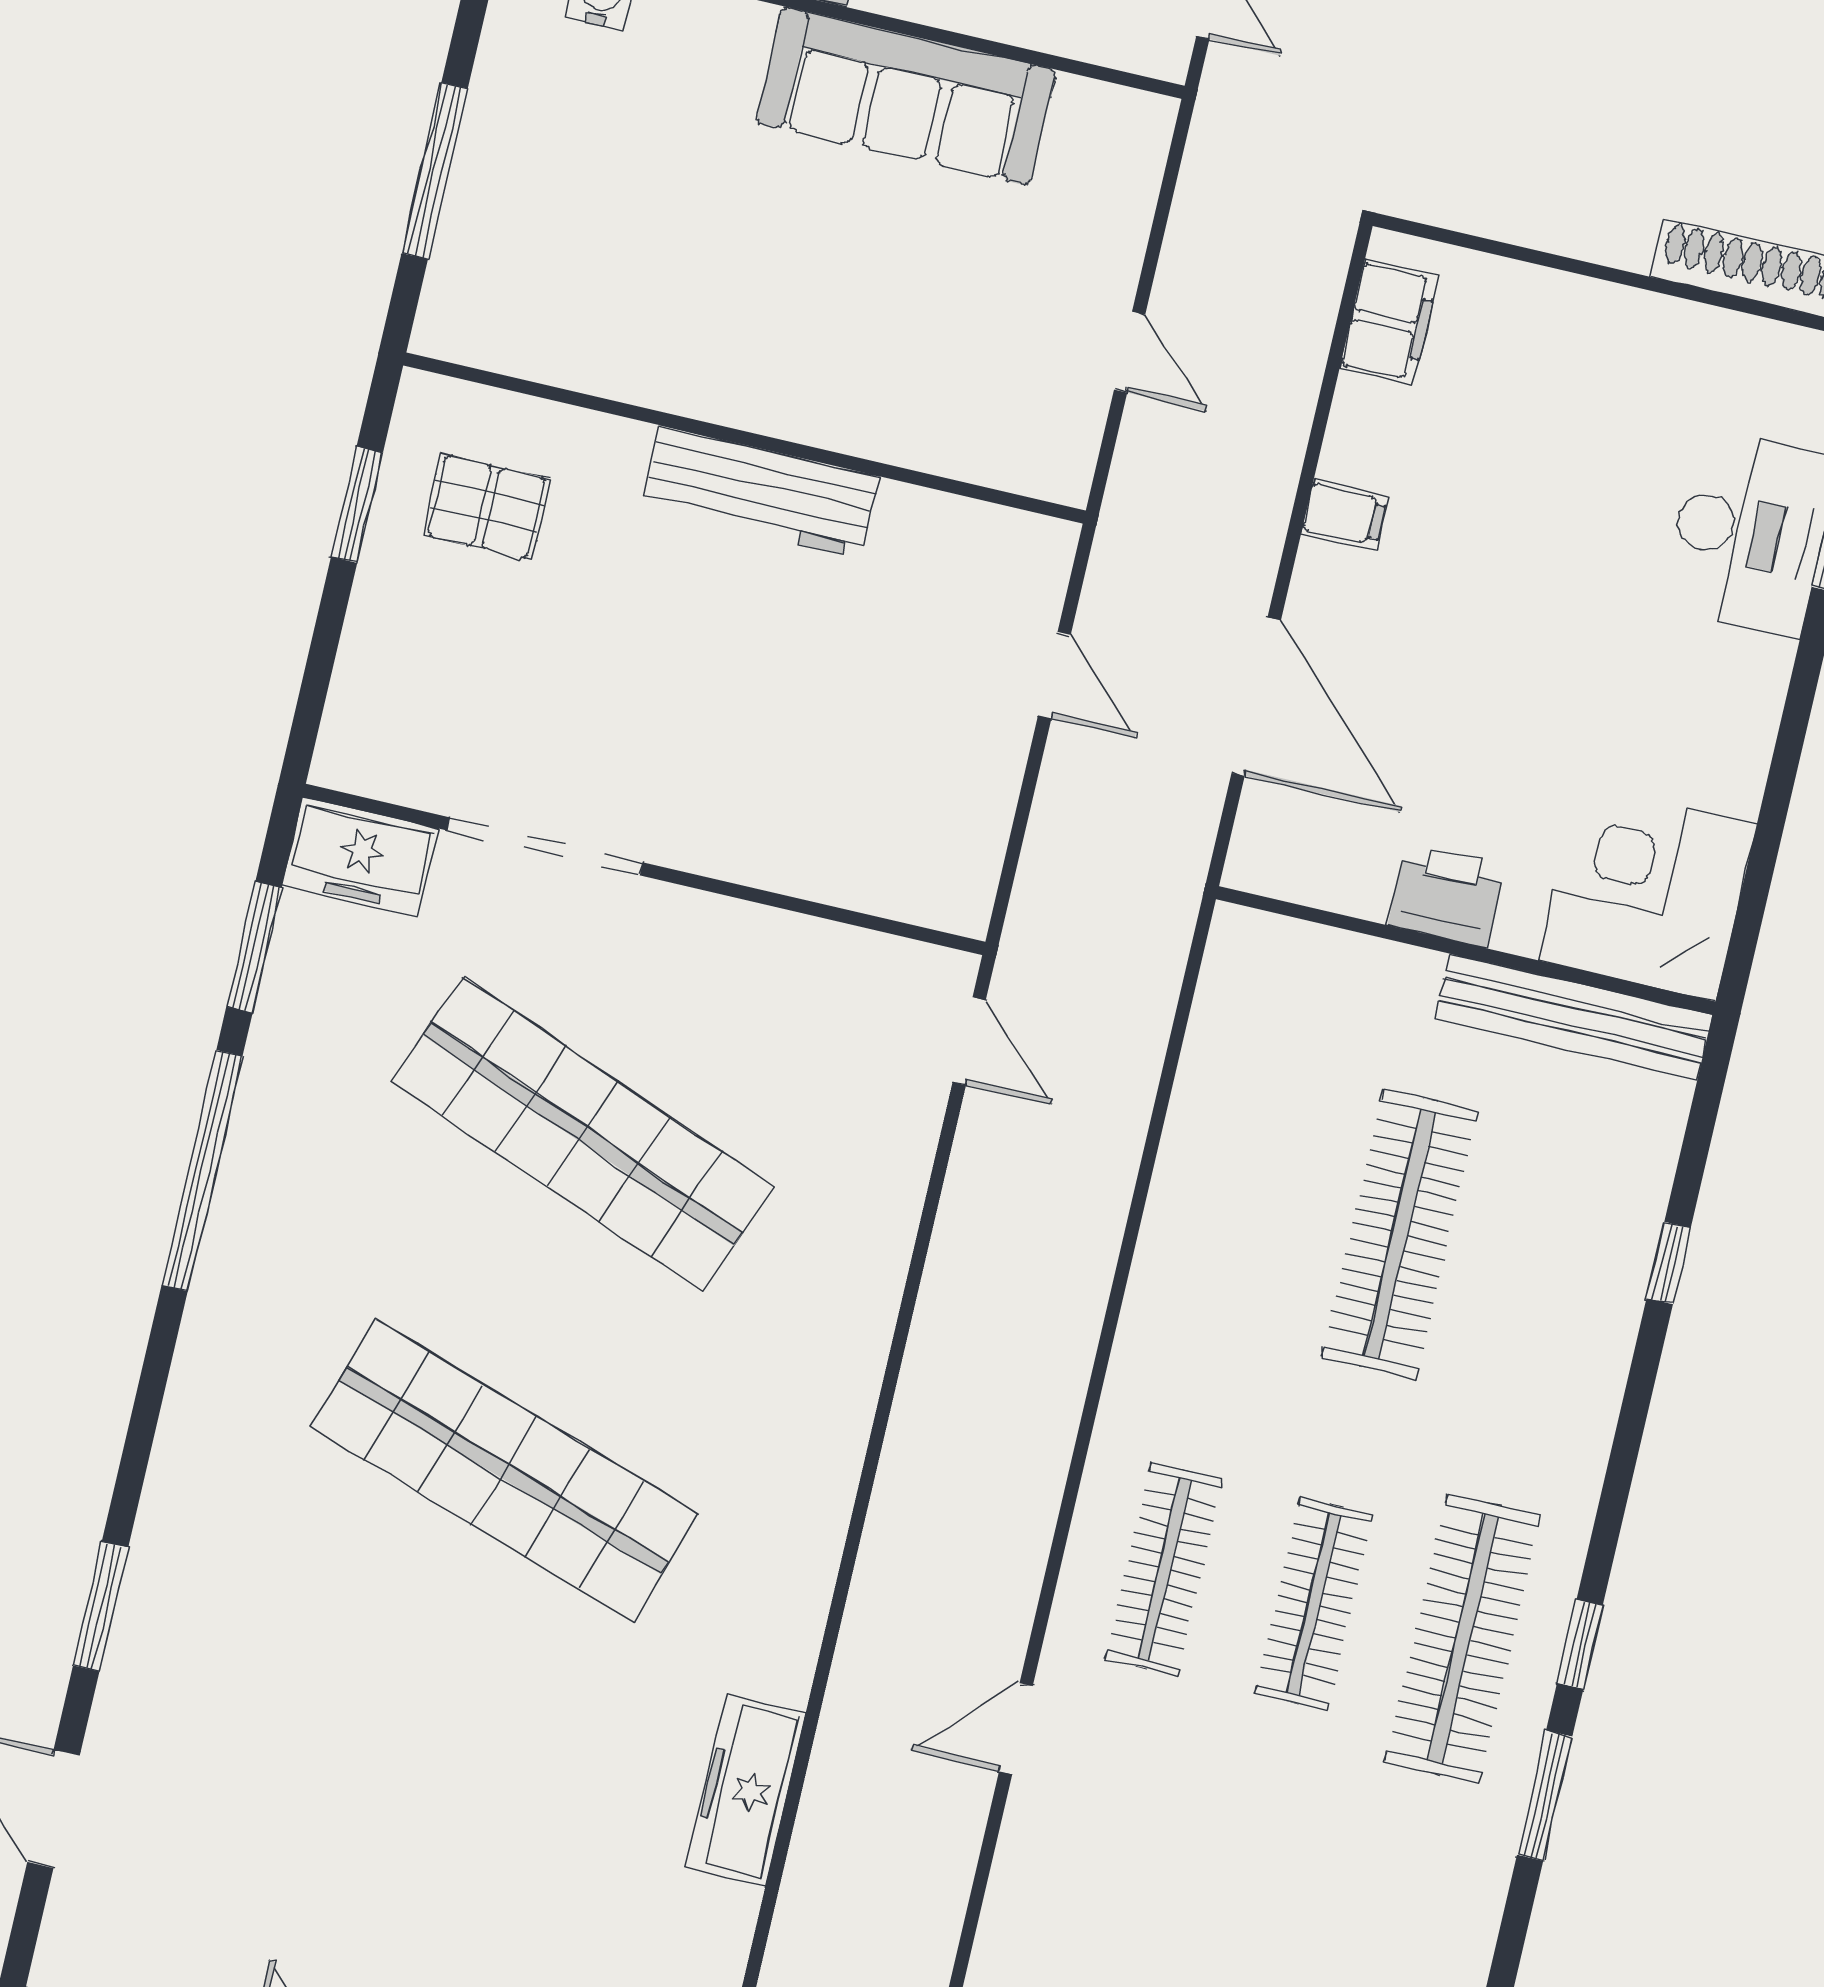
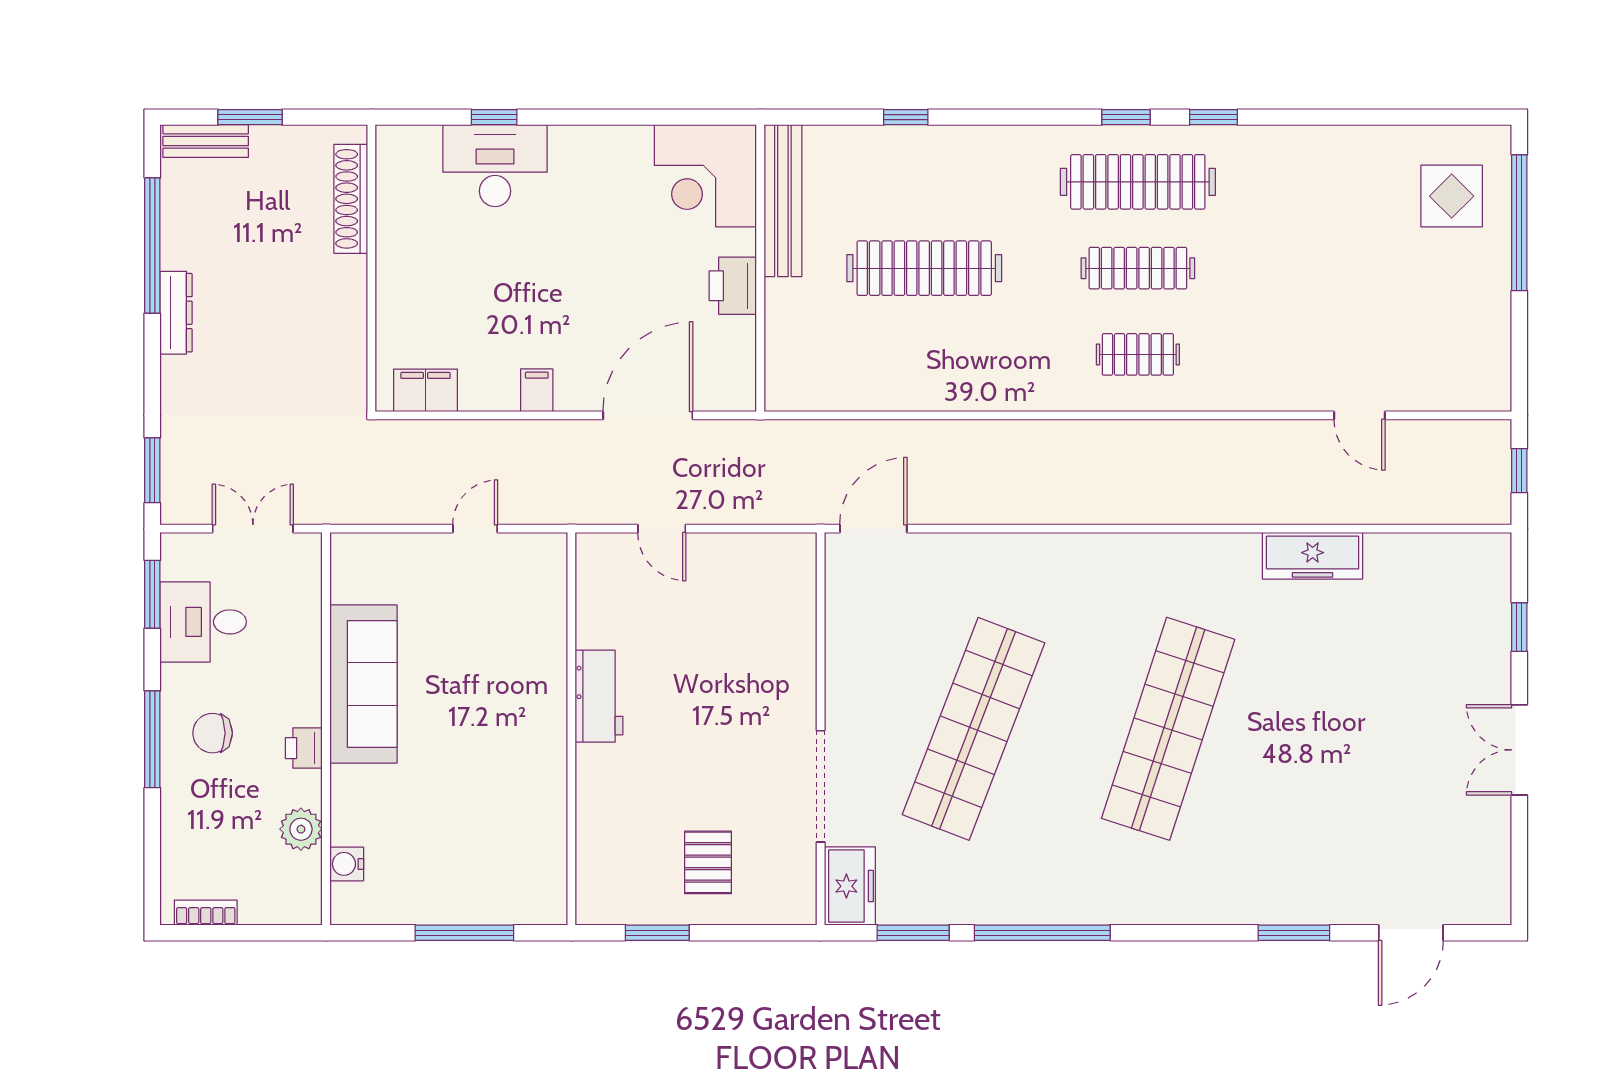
workbench: (760, 492) -> (599, 696), width x0.73
pallet: (487, 507) -> (708, 862), moved
door: (1054, 675) -> (662, 529), swing flipped
door: (969, 1041) -> (873, 529), width x1.38
clothes rail: (1164, 1569) -> (1138, 354), width x0.73
door: (1016, 1729) -> (1360, 415), moved
window: (1545, 1796) -> (1213, 117), width x0.67

